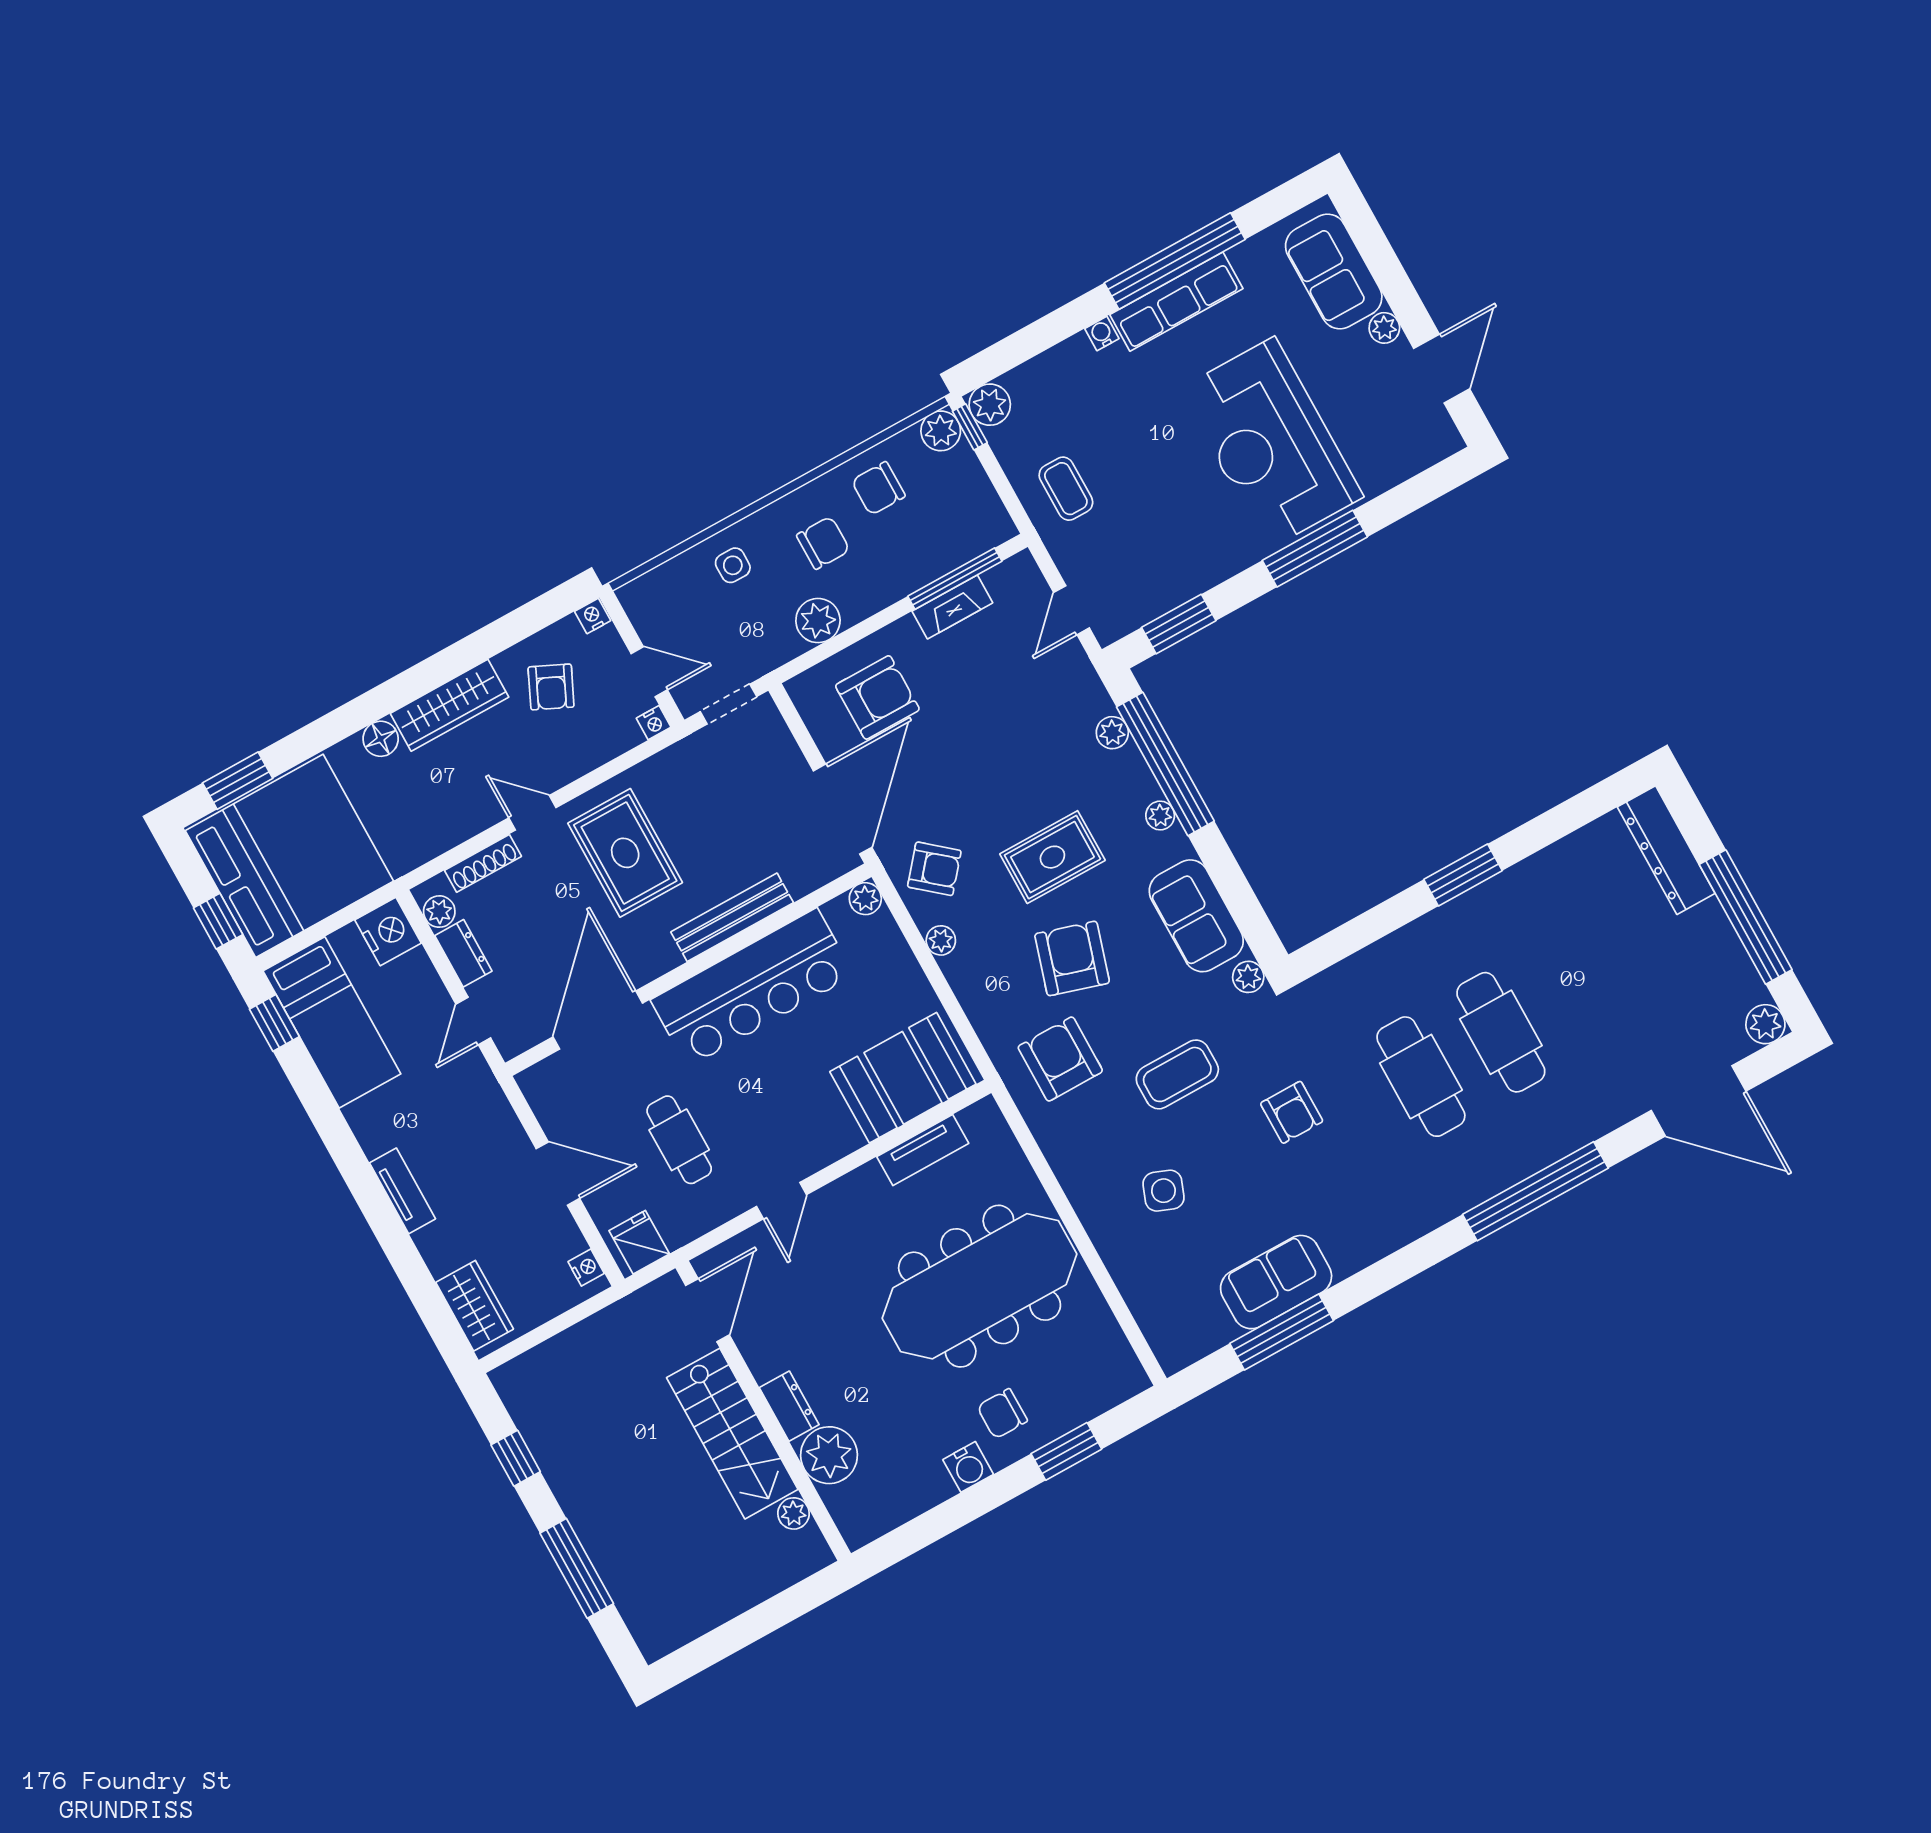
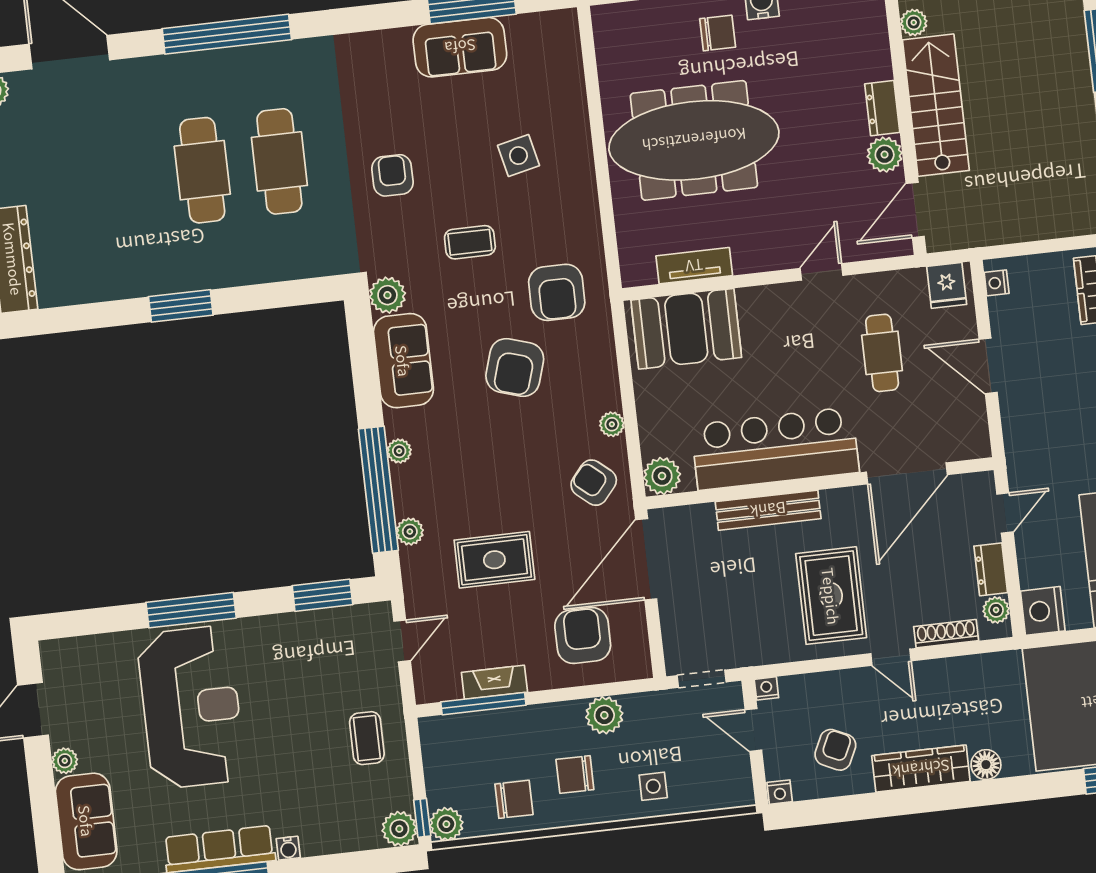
armchair: (877, 697) -> (583, 636), turned 90
rug: (1052, 857) -> (494, 560), moved
plant: (865, 899) -> (662, 476), width x1.38, depth x1.38
plant: (1248, 977) -> (387, 295), width x1.38, depth x1.38
coffee table: (1177, 1074) -> (470, 242), width x0.73, depth x0.77
side table: (1163, 1191) -> (518, 156), turned -34
plant: (829, 1455) -> (885, 155), moved, width x0.73, depth x0.73

